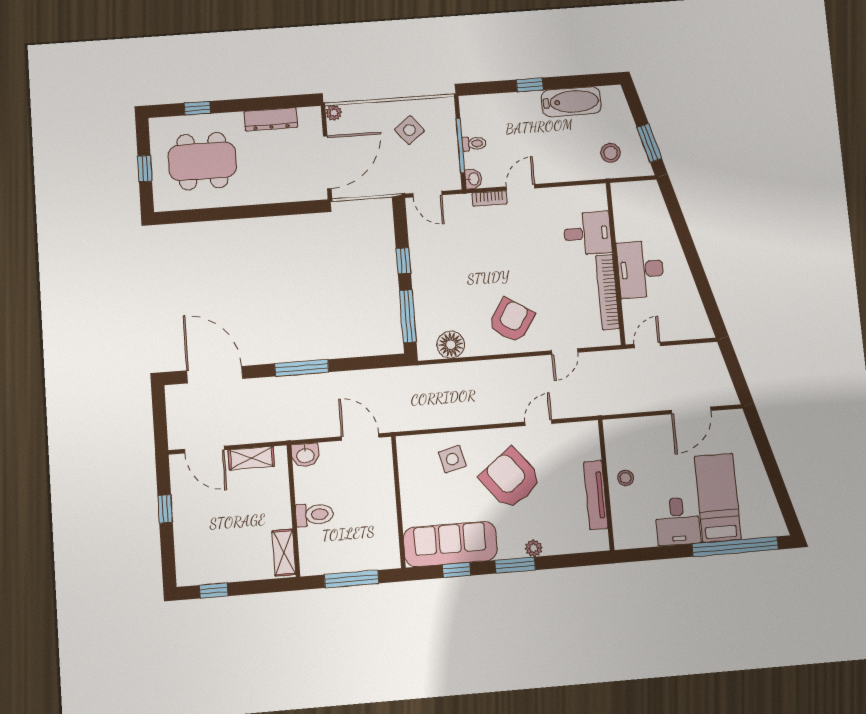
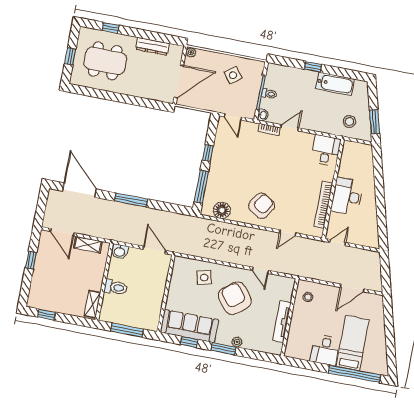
desk: (588, 233) -> (326, 150), moved, turned -90
door: (538, 423) -> (260, 270), swing flipped
stool: (626, 478) -> (308, 297), moved

